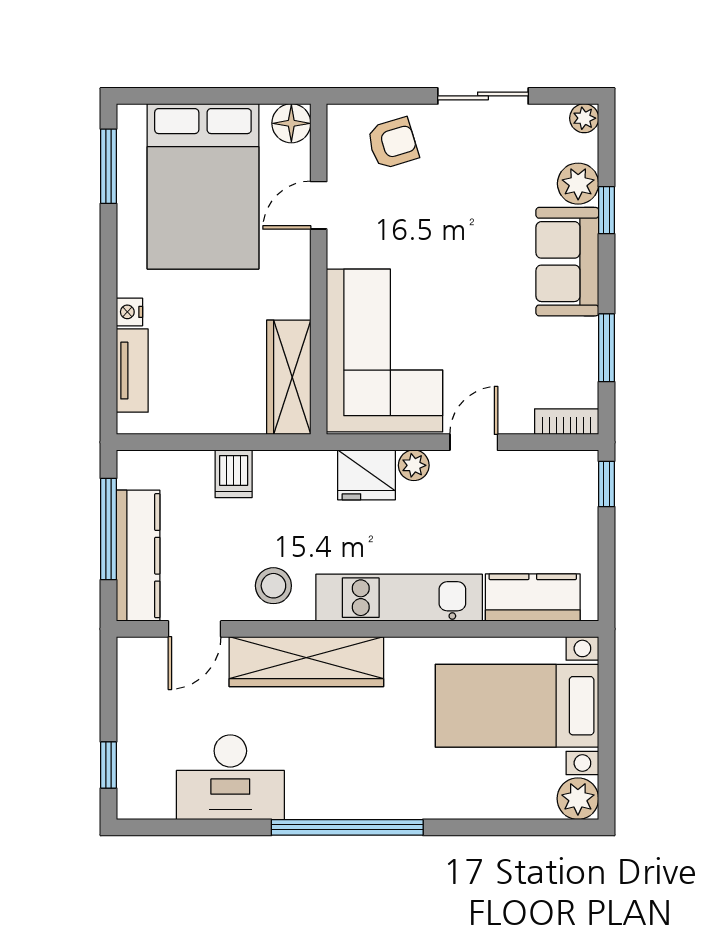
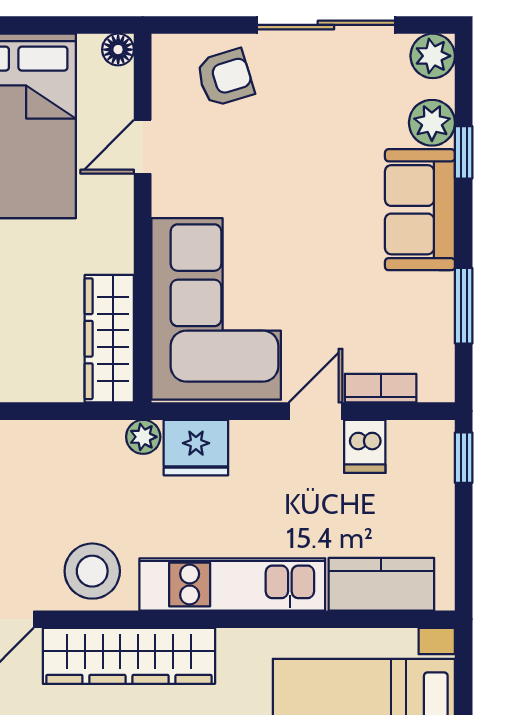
sliding door: (483, 96) -> (326, 25), width x1.37
plant: (584, 118) -> (433, 56), width x1.38, depth x1.38
floor lamp: (291, 123) -> (118, 50), width x0.73, depth x0.73
bookcase: (567, 422) -> (381, 388), moved
plant: (414, 465) -> (143, 437), moved
dishwasher: (234, 474) -> (365, 446), moved
stool: (273, 586) -> (92, 571), width x1.38, depth x1.38

